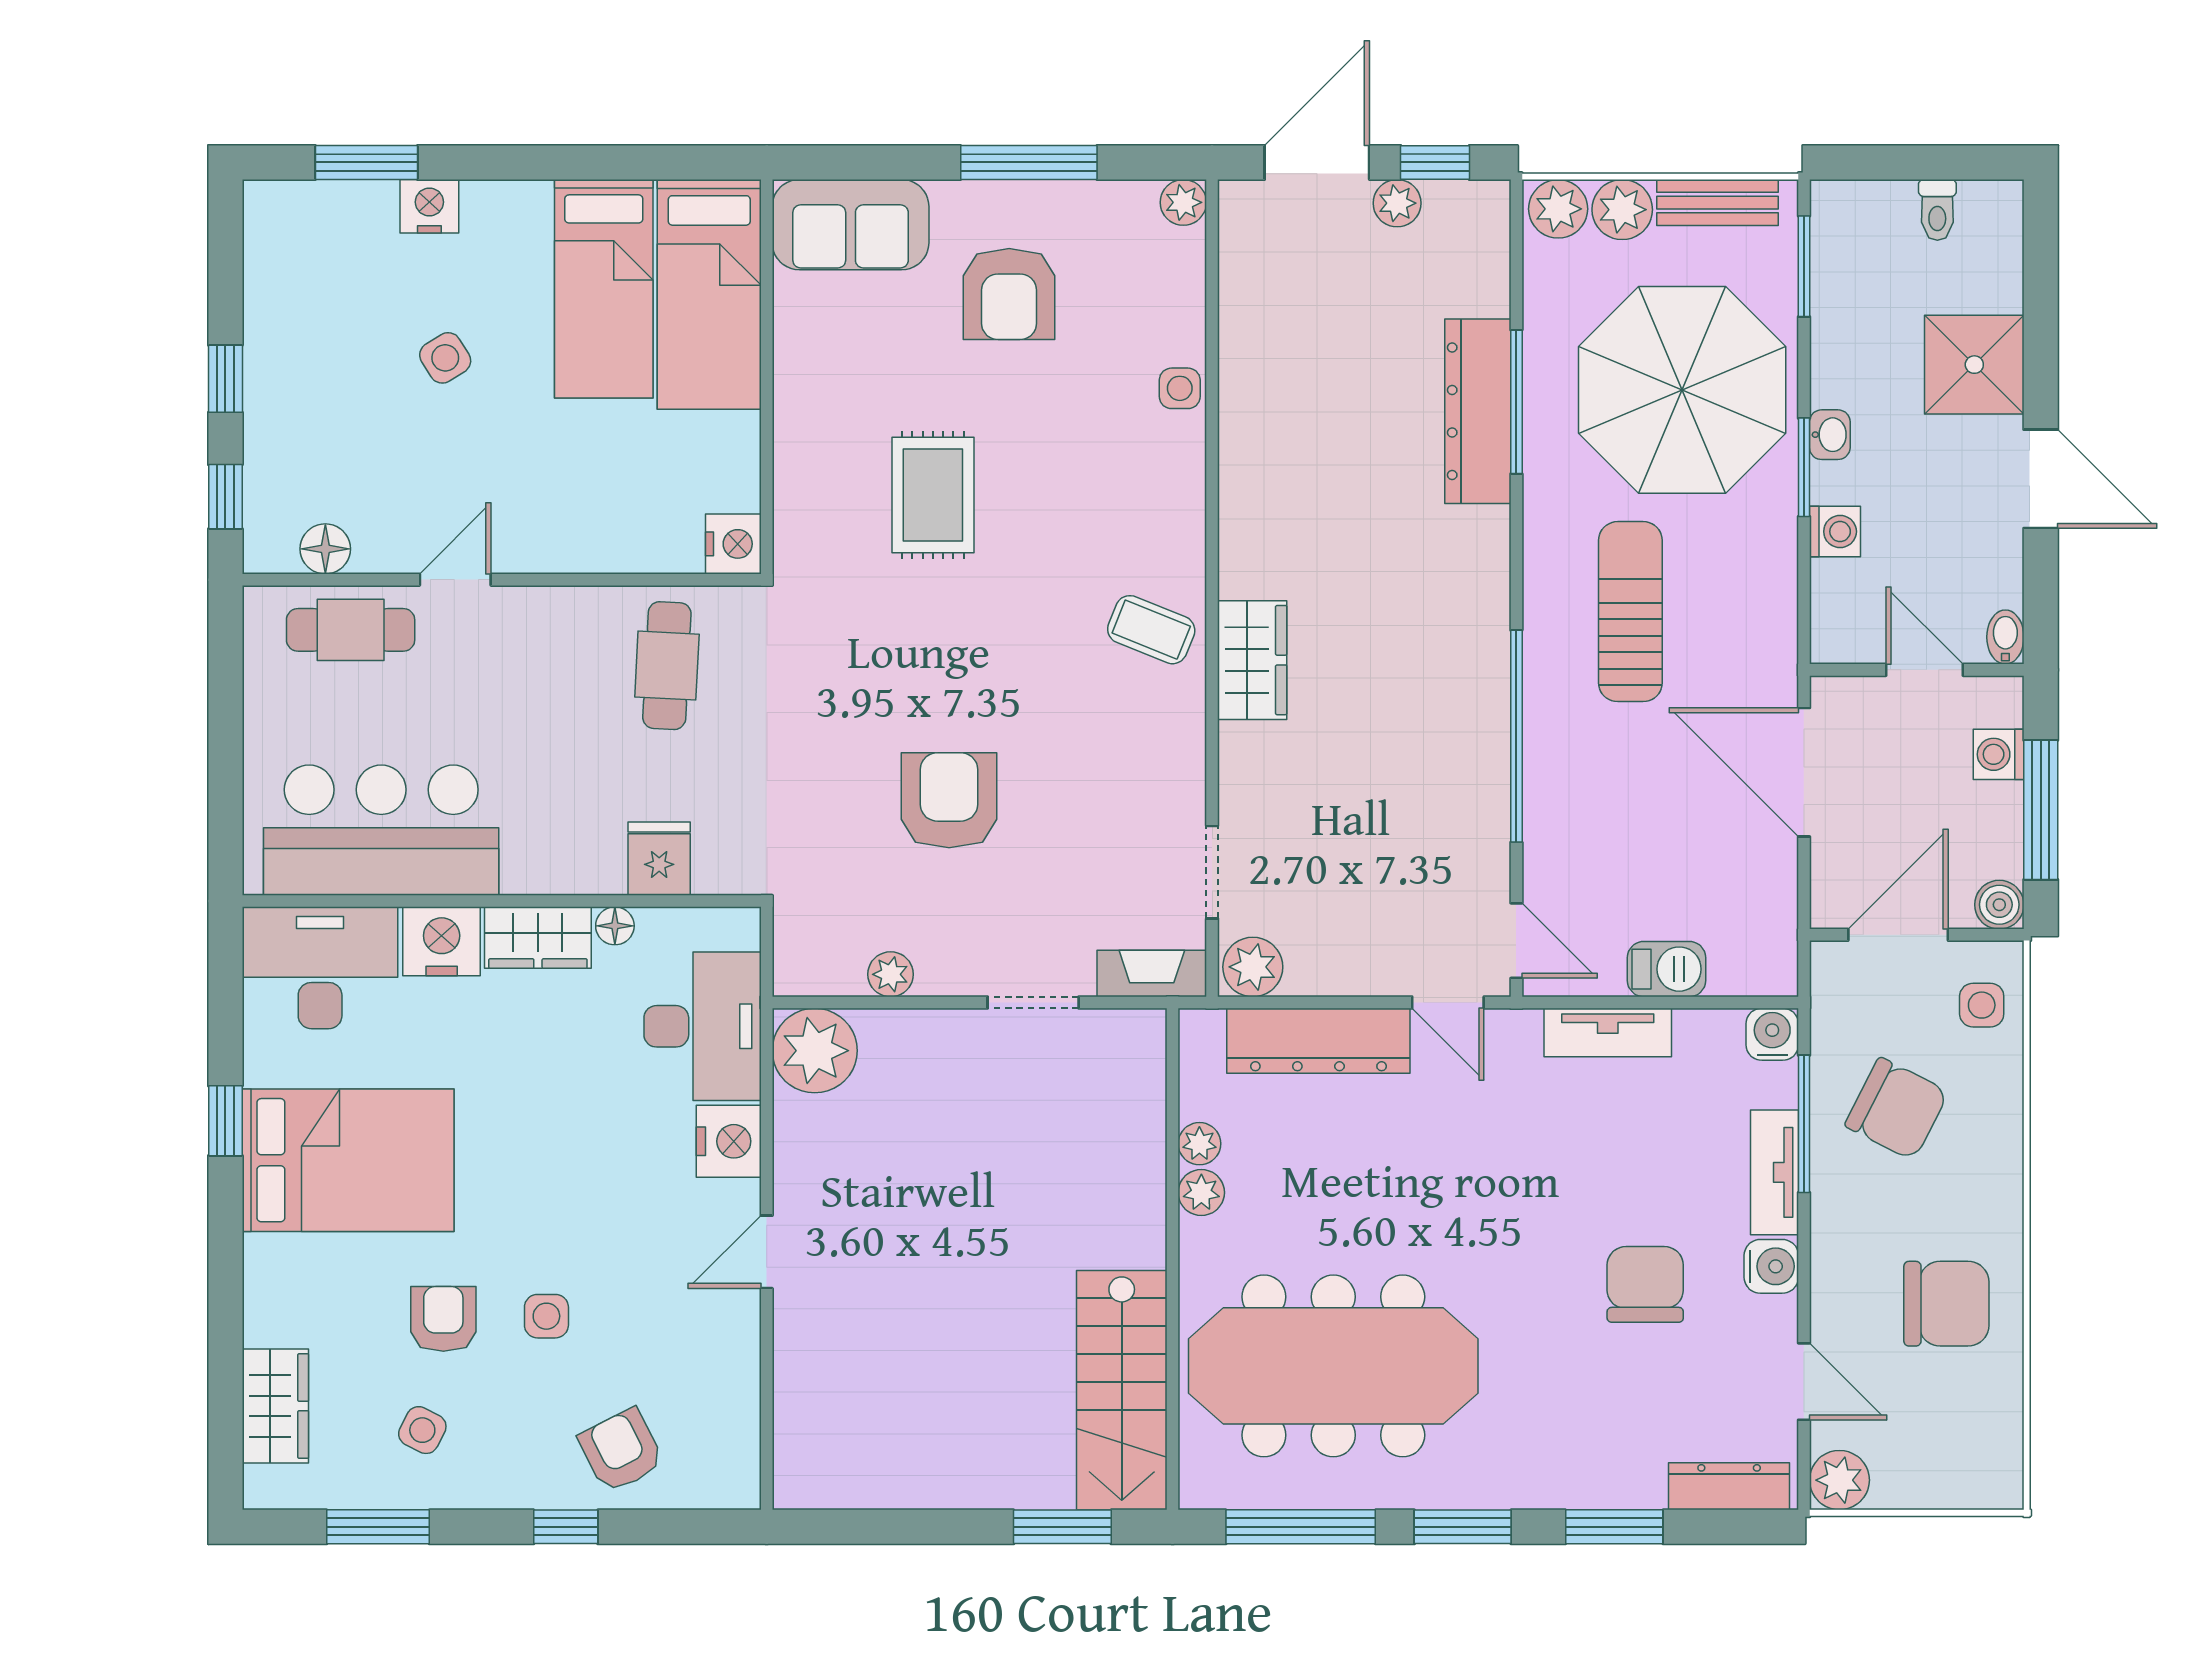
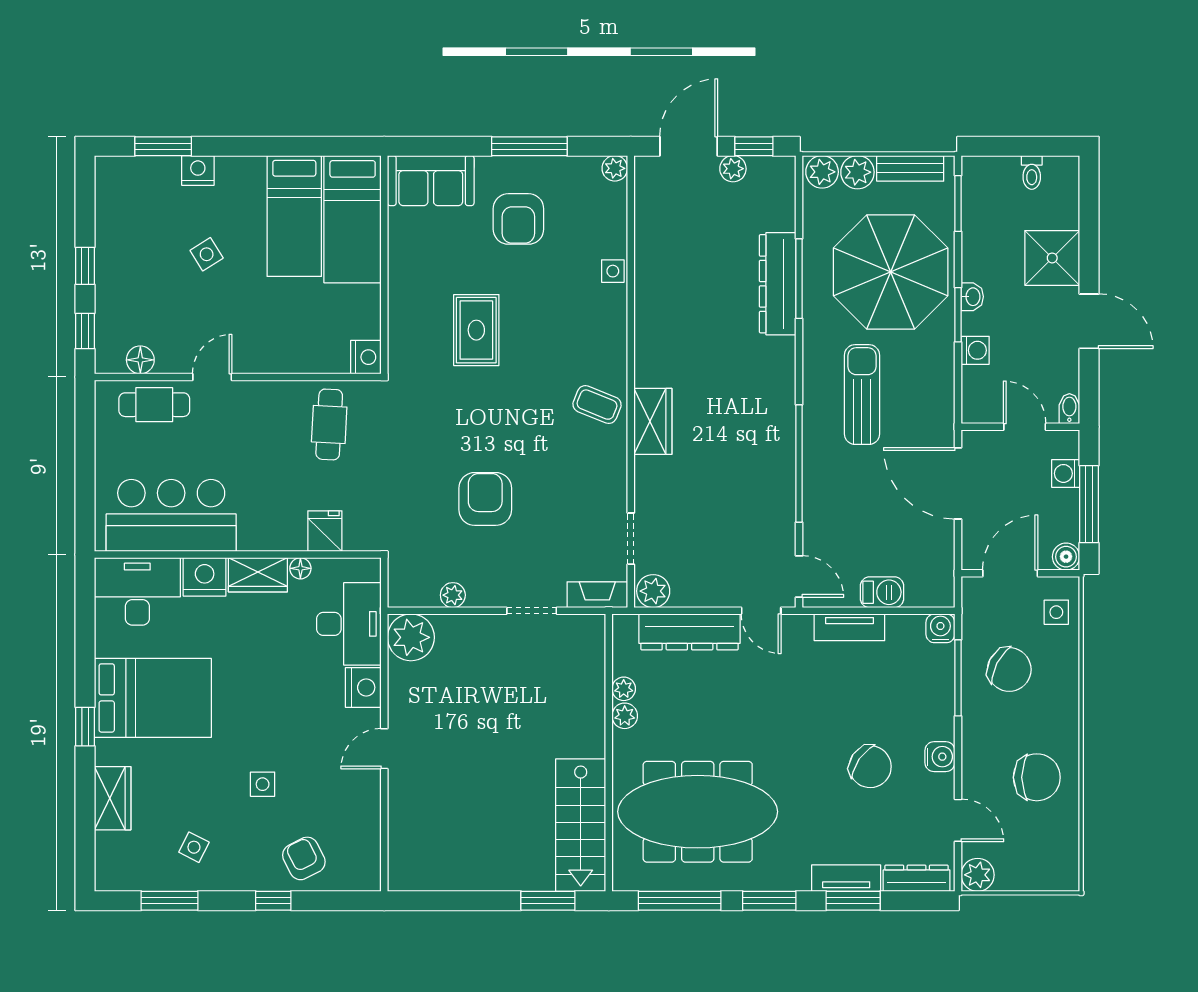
window: (225, 1121) -> (85, 727), moved
tv unit: (1774, 1172) -> (846, 878), moved, turned 90
chair: (1645, 1284) -> (870, 767), turned 125
armchair: (443, 1319) -> (206, 786), removed
wardrobe: (275, 1406) -> (113, 798), moved

